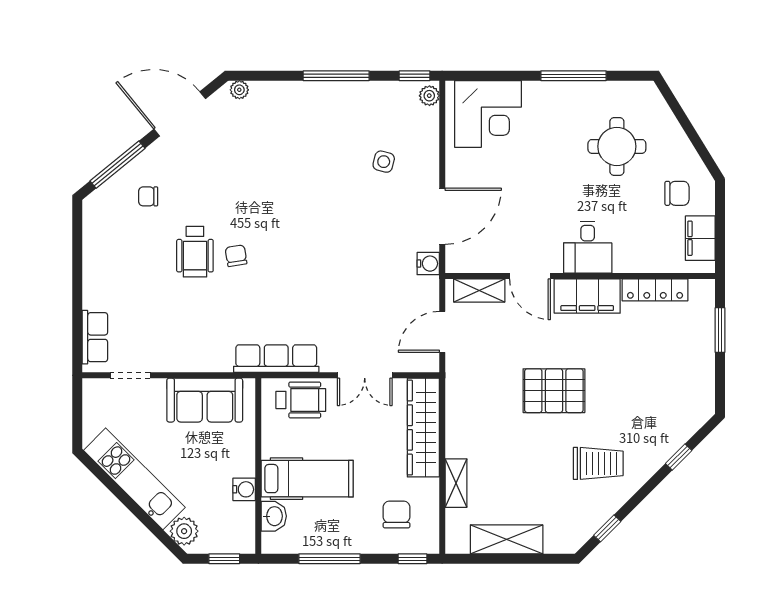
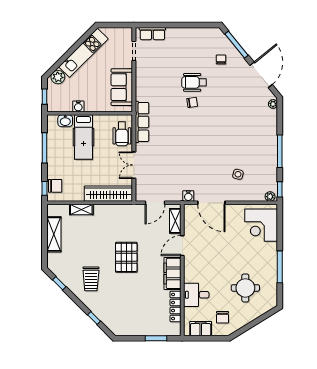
desk: (588, 247) -> (196, 295), moved
door: (442, 332) -> (155, 203), swing flipped
chair: (397, 514) -> (55, 186), moved

